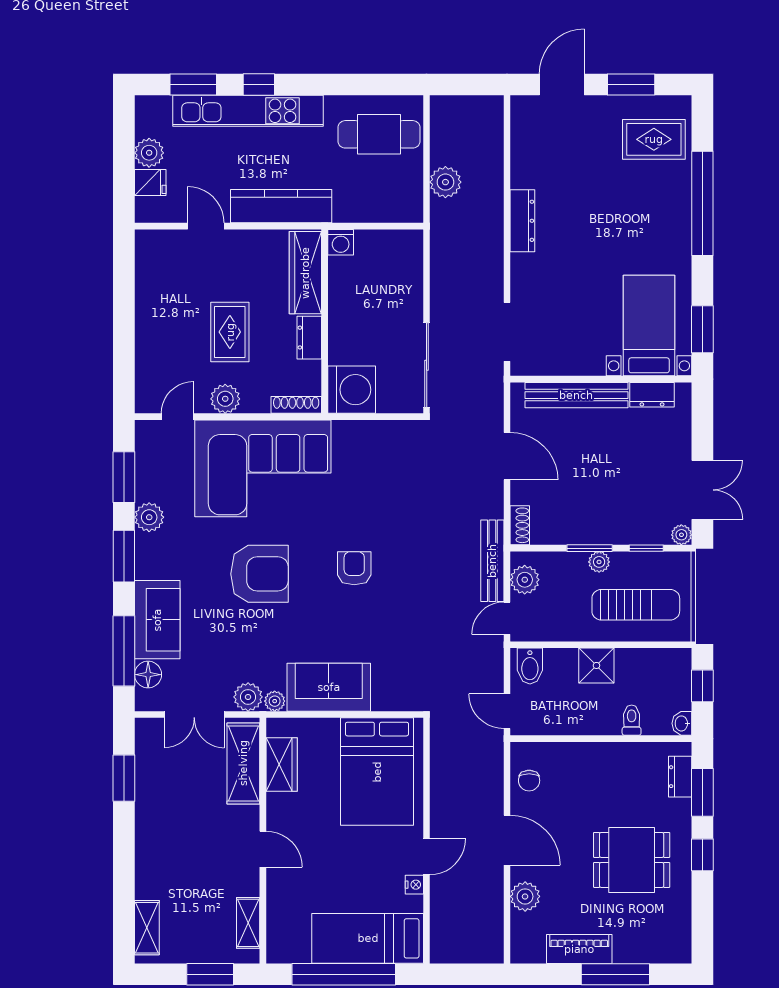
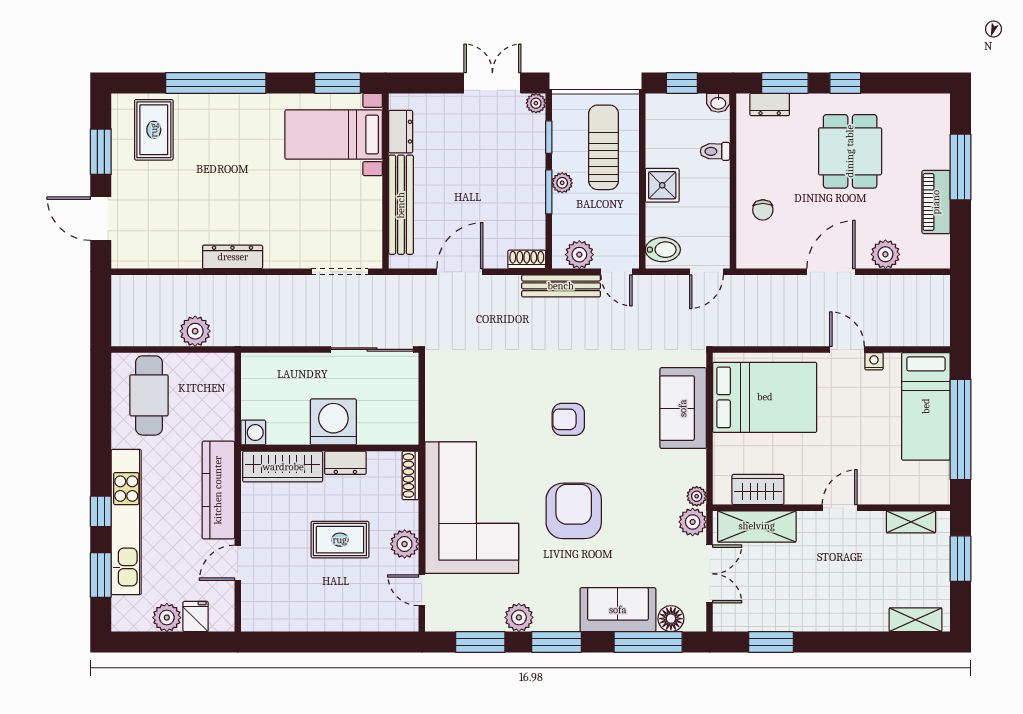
washing machine: (352, 390) -> (333, 422), moved
sofa: (329, 687) -> (683, 408), moved
chair: (529, 781) -> (763, 210), moved, turned 90

